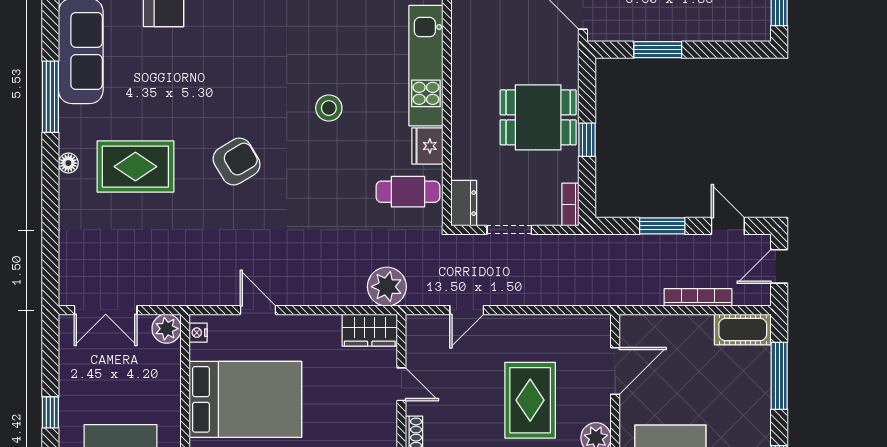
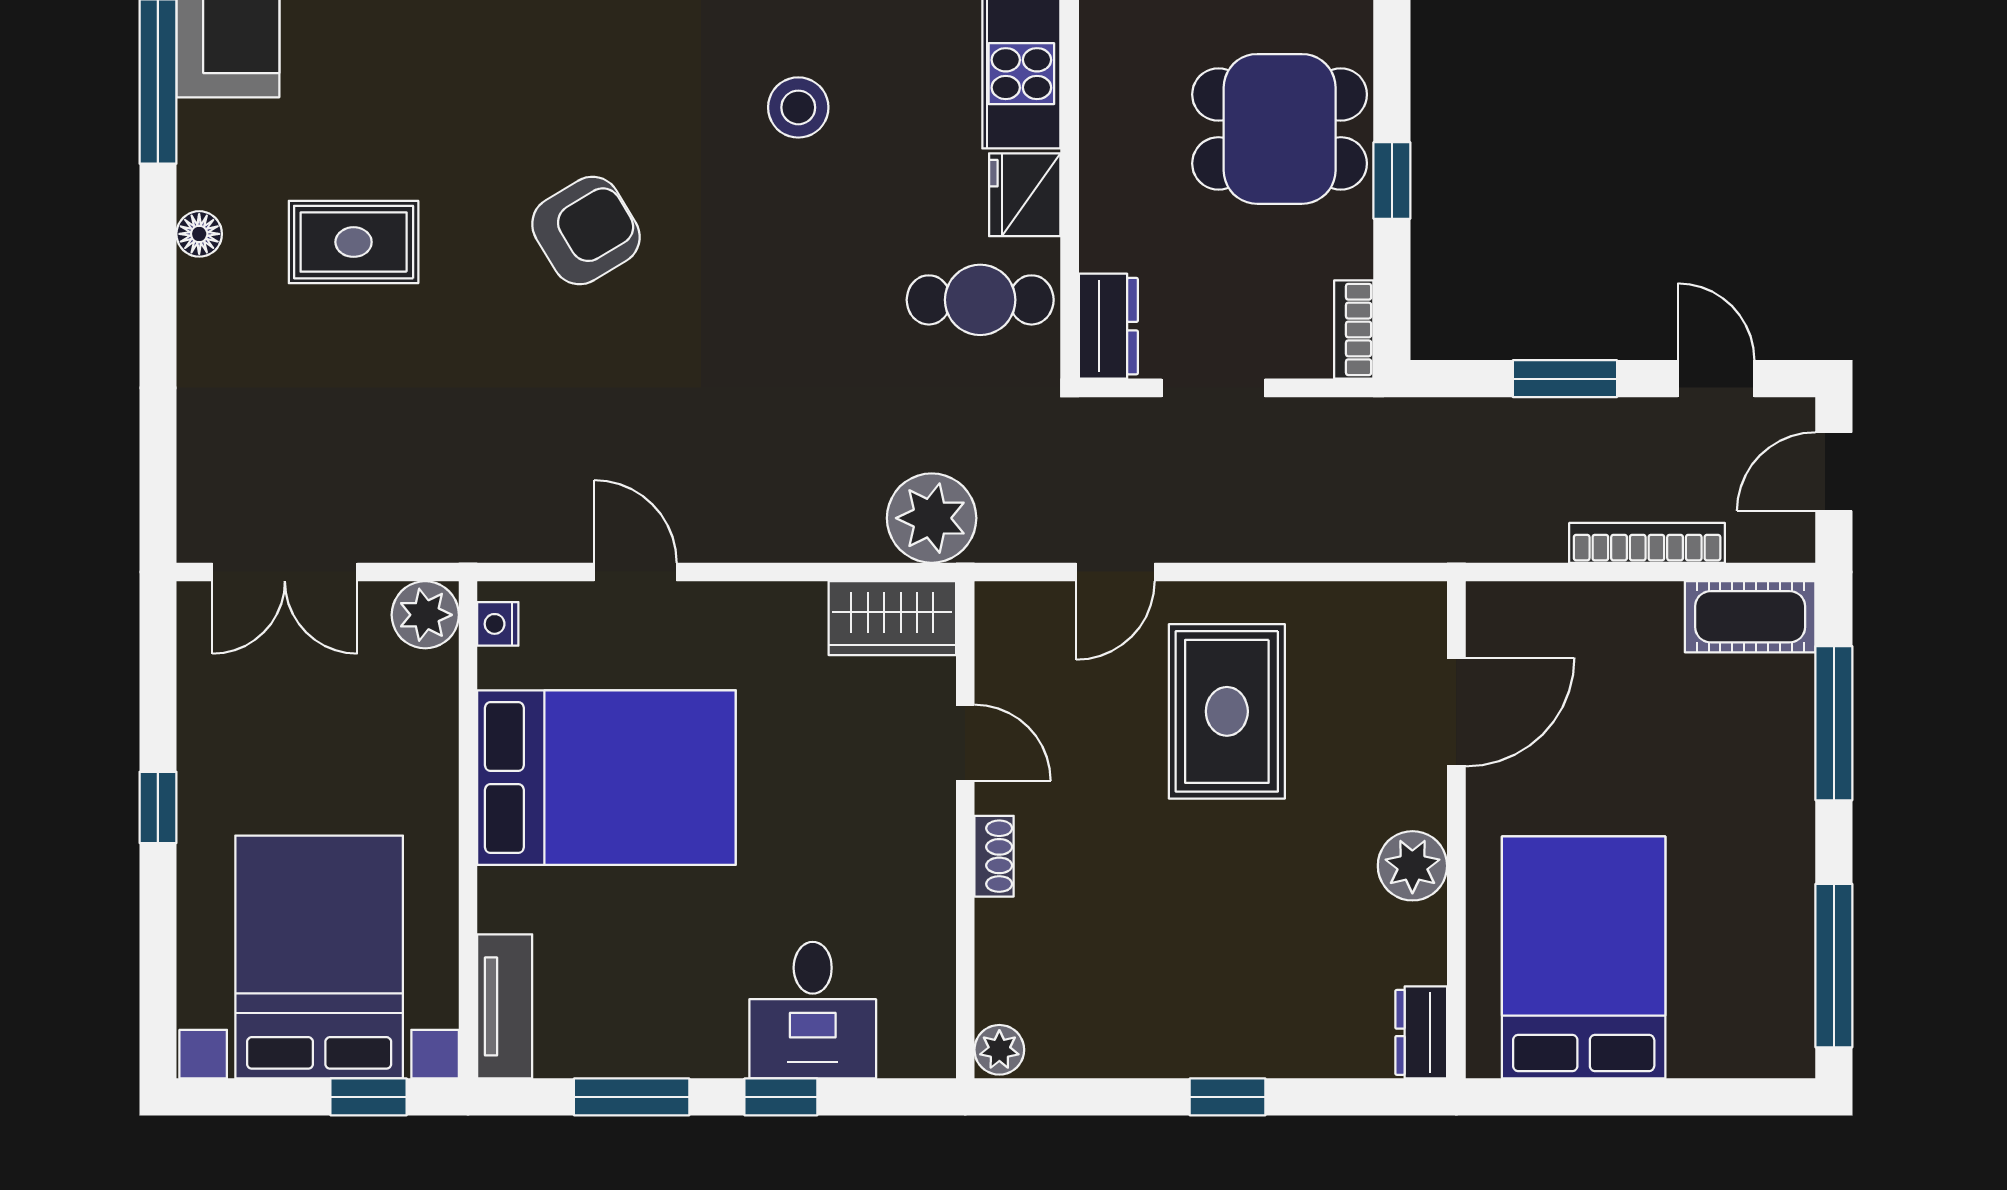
rug: (135, 167) -> (354, 242), width x0.73, depth x0.70
rug: (530, 400) -> (1227, 711), moved

